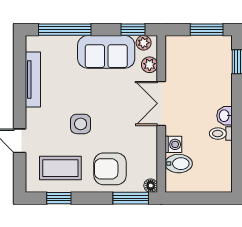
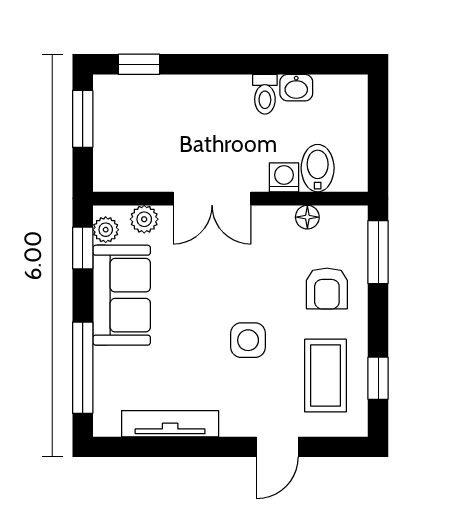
washbasin: (225, 116) -> (296, 88), moved
armchair: (110, 169) -> (327, 288), width x0.72, depth x0.72
floor lamp: (151, 186) -> (307, 217), moved

